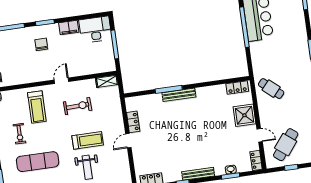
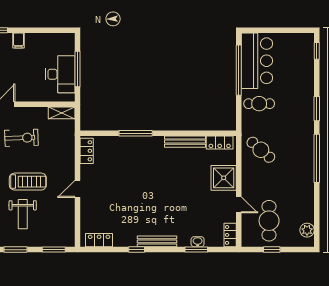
filing cabinet: (69, 27) -> (18, 40), width x0.50
desk: (95, 29) -> (60, 74), moved, turned 90
cafe table: (265, 52) -> (259, 104), added
bench: (179, 95) -> (185, 142), moved
locker: (133, 122) -> (87, 151), moved
cafe table: (286, 145) -> (269, 221), turned -38

